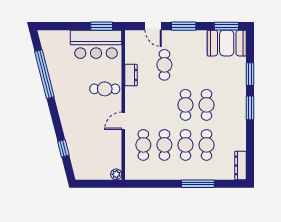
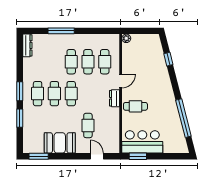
window: (184, 26) -> (73, 156), removed
booth: (227, 43) -> (60, 143), moved
dresser: (131, 75) -> (115, 98), moved
cafe table: (207, 145) -> (38, 94), moved

